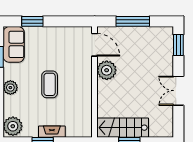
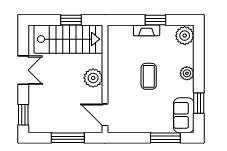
window: (32, 21) -> (165, 138), width x1.44
plant: (107, 70) -> (93, 78), moved
stairs: (123, 128) -> (68, 39), width x1.36, depth x1.51

